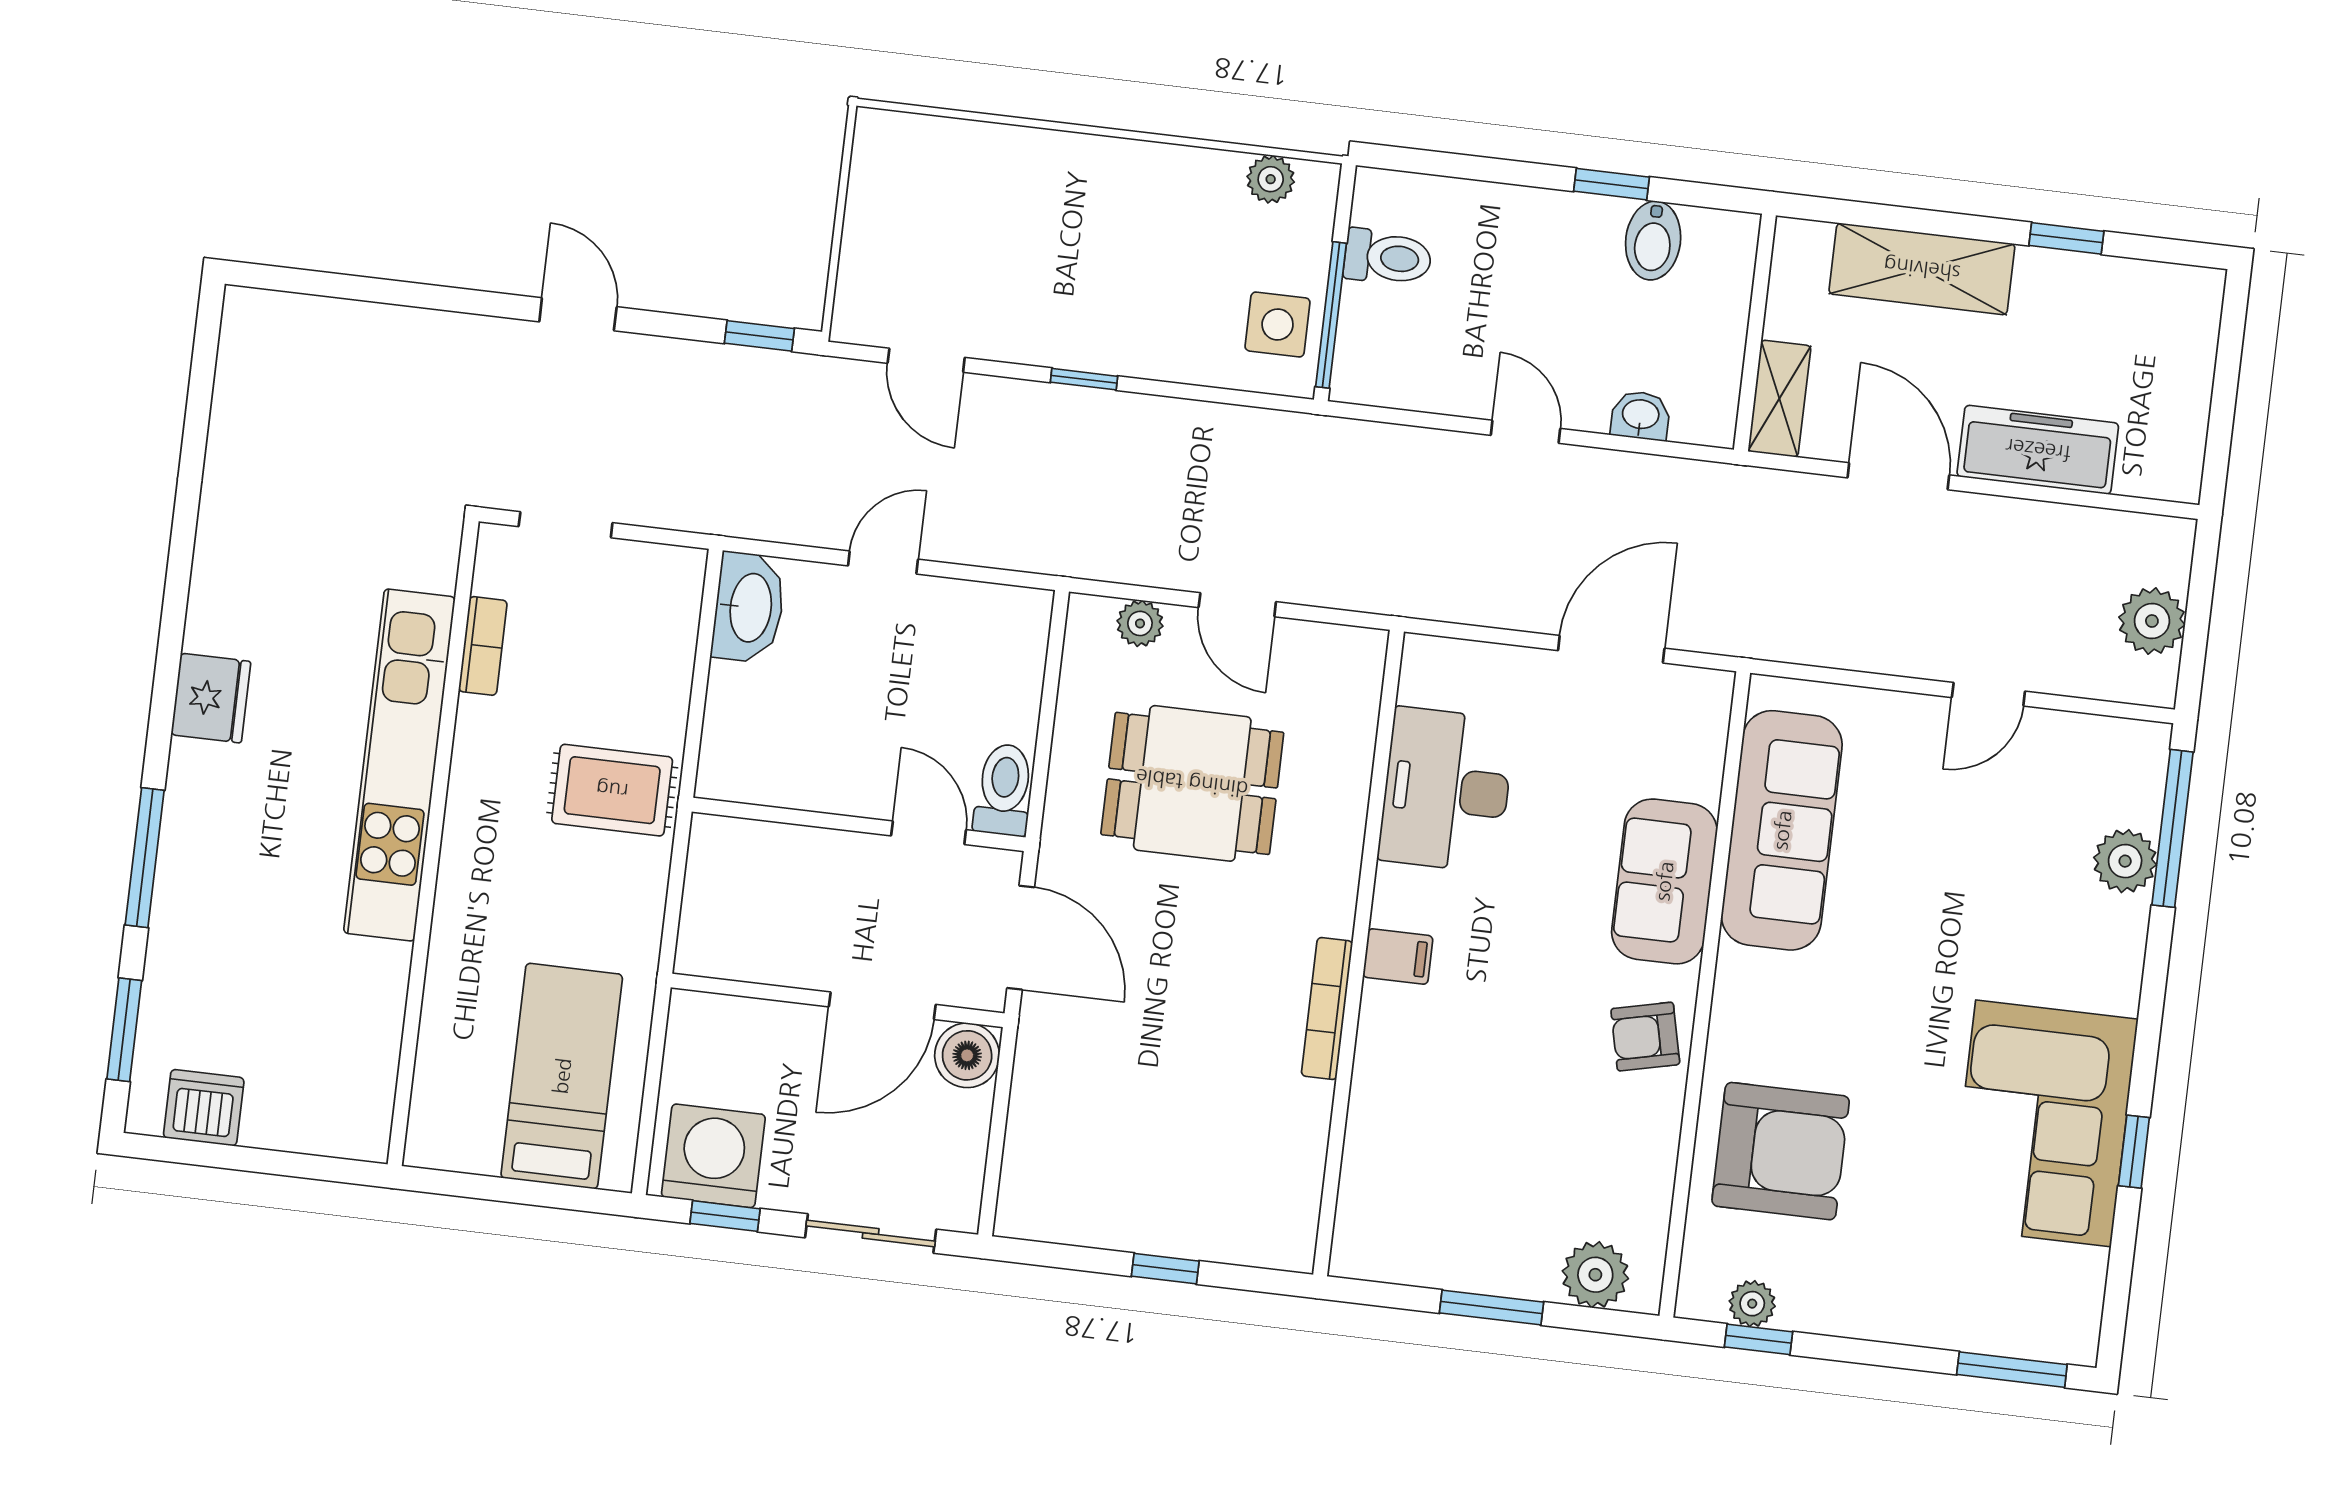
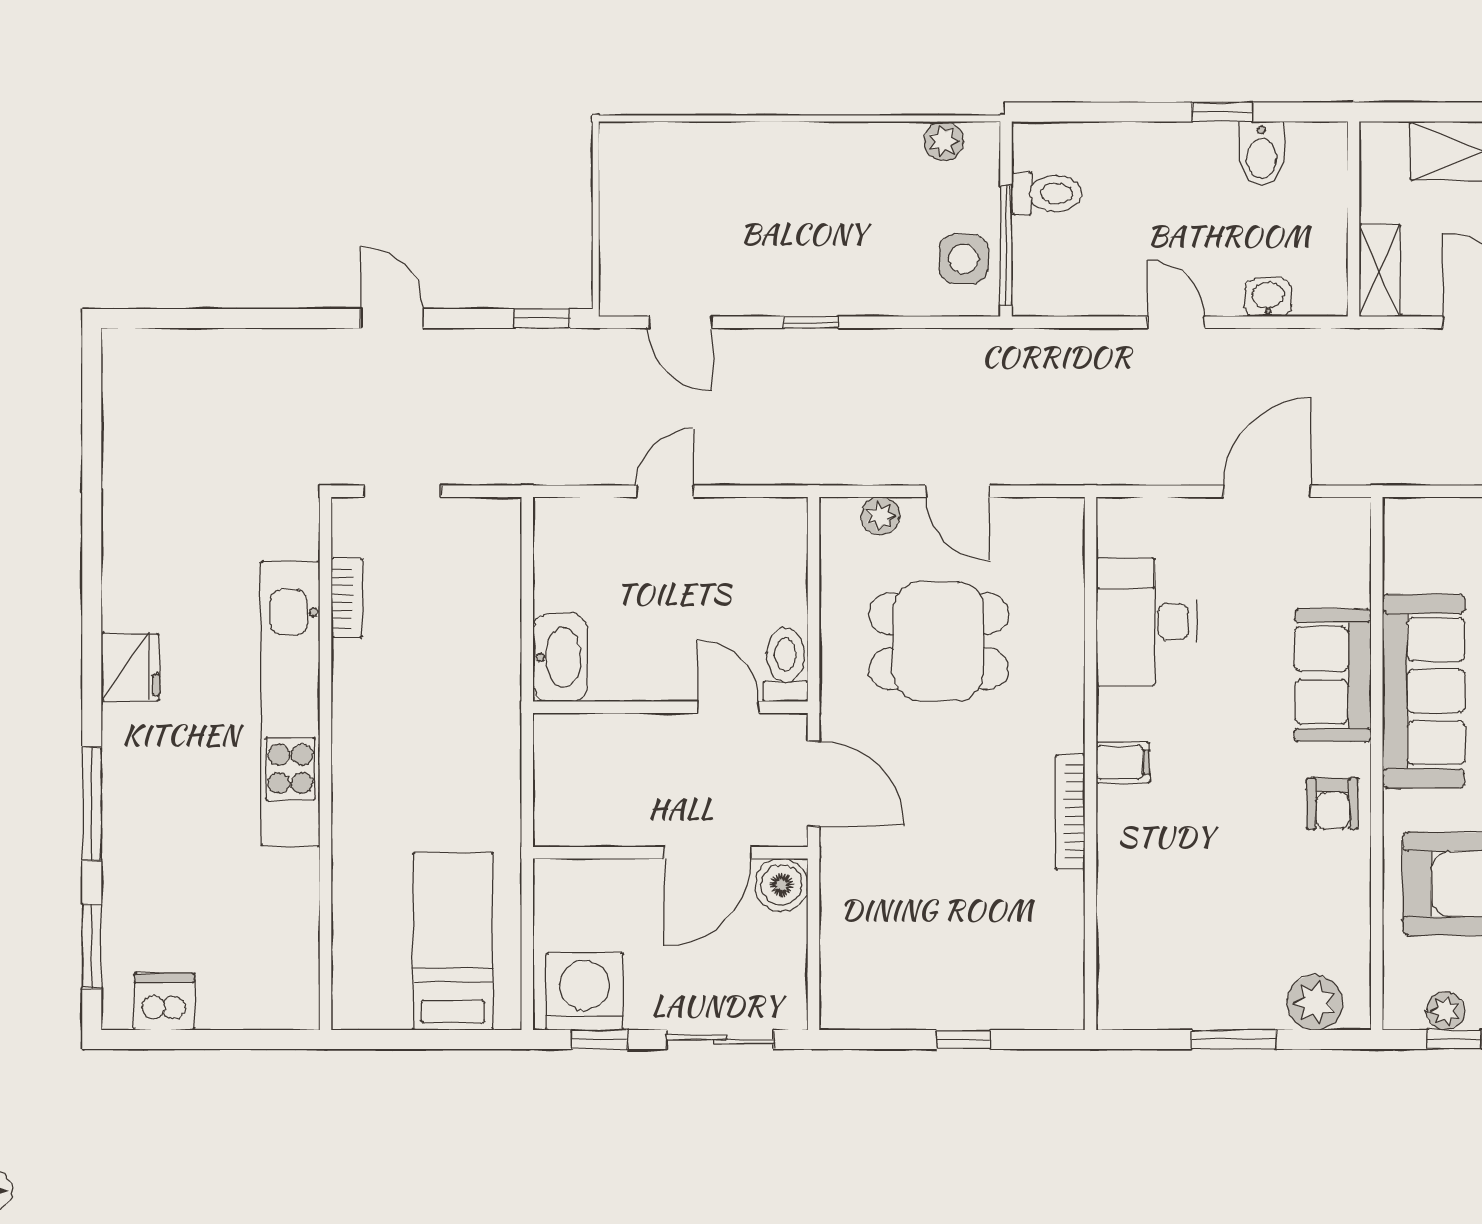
washbasin: (749, 607) -> (560, 657), moved
rug: (612, 790) -> (466, 703), removed
sofa: (1782, 830) -> (1424, 691), moved
armchair: (1645, 1037) -> (1332, 804), turned -77

